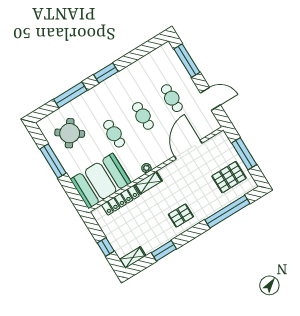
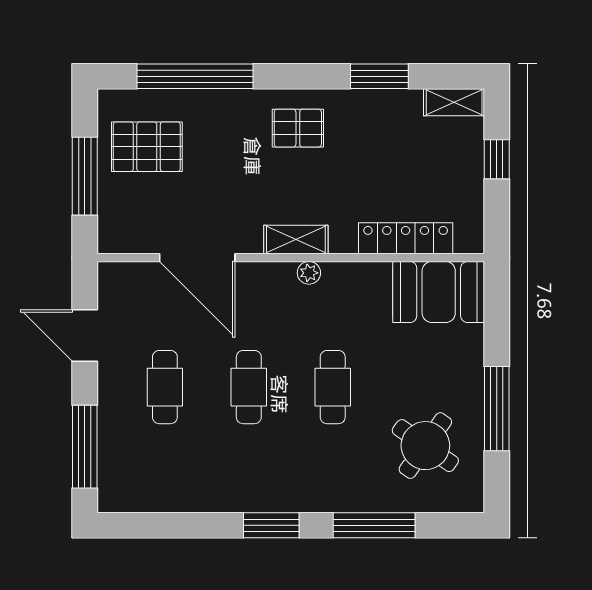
door: (188, 150) -> (197, 258), hinge flipped
booth: (101, 181) -> (439, 292), width x0.73, depth x0.70
shelving: (148, 183) -> (296, 239), moved

